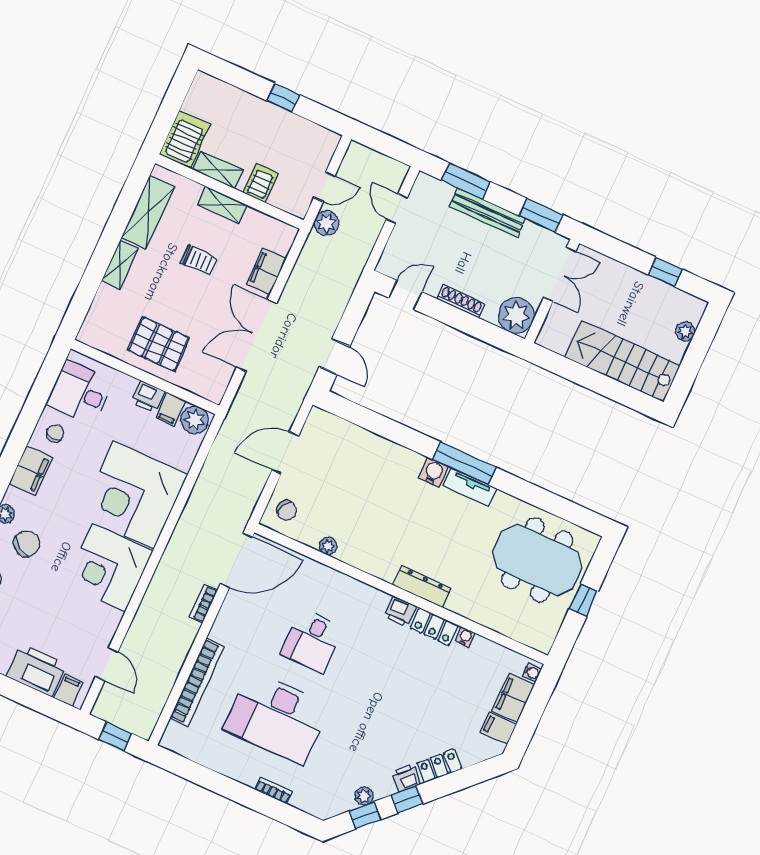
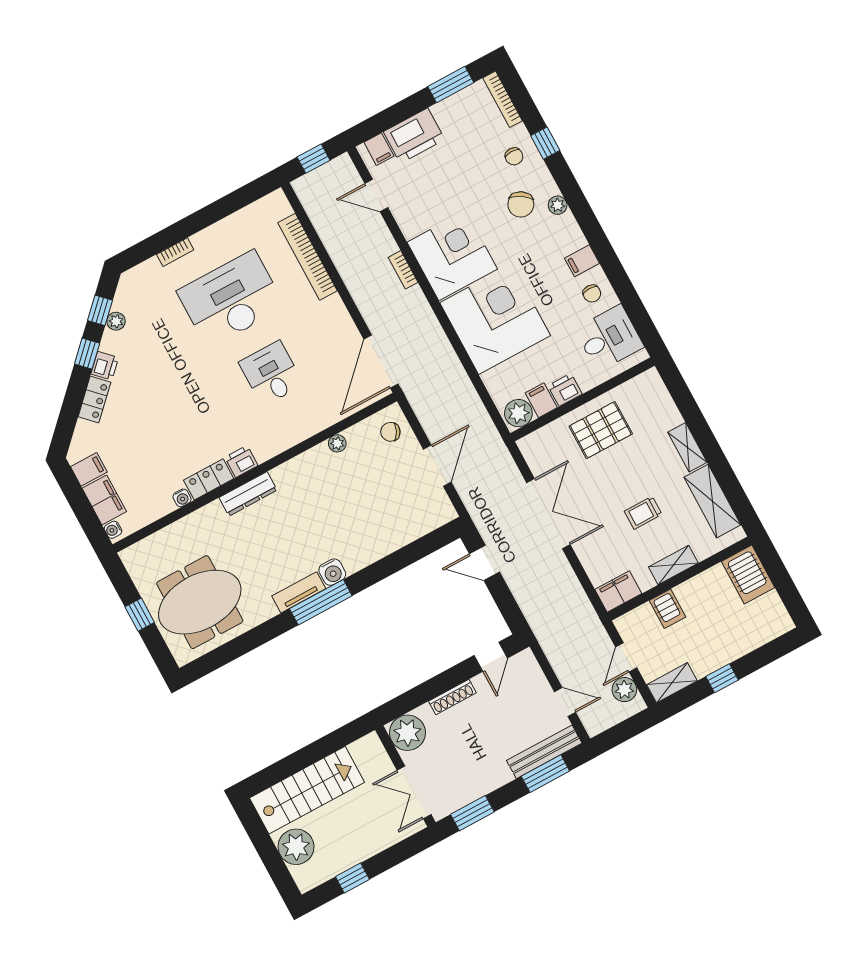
shelving: (218, 170) -> (672, 683), moved
bench: (487, 213) -> (544, 752), moved
plant: (326, 223) -> (624, 690), moved
filing cabinet: (266, 271) -> (618, 592), moved, turned -90
plant: (685, 332) -> (296, 847), width x1.87, depth x1.87
filing cabinet: (30, 471) -> (582, 261), width x0.50
bookcase: (204, 604) -> (403, 270), moved, turned 180

